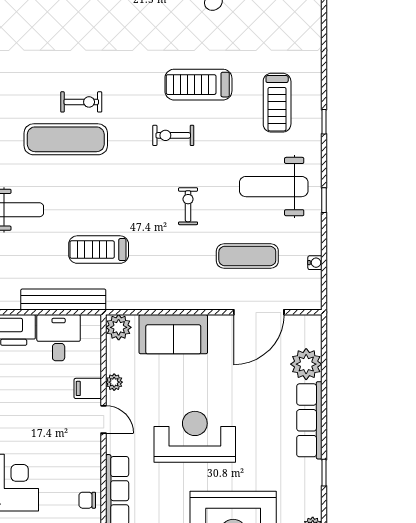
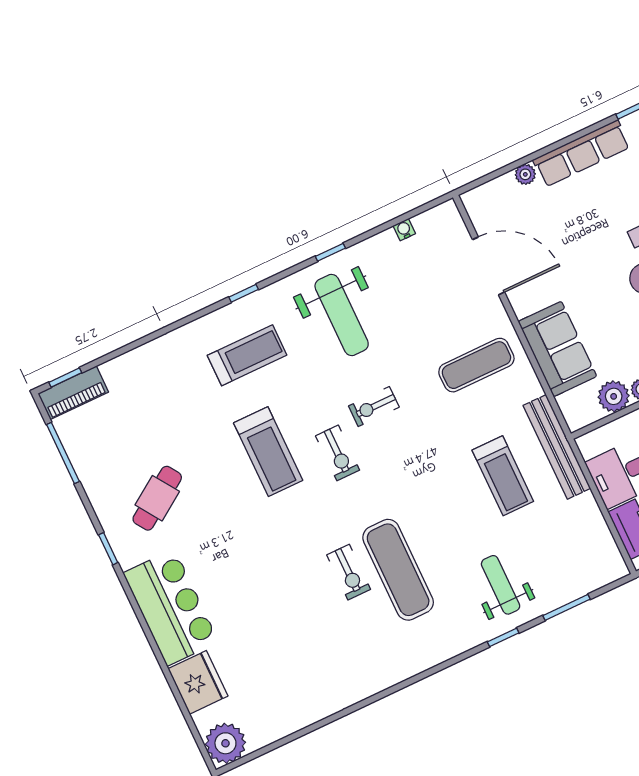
exercise bike: (81, 102) -> (349, 572), turned 180
exercise bike: (188, 206) -> (374, 407), moved
exercise mat: (247, 256) -> (476, 365), moved, turned 90
bench: (63, 300) -> (557, 447), moved
plant: (119, 327) -> (614, 396), moved
plant: (306, 364) -> (525, 174), width x0.53, depth x0.53

